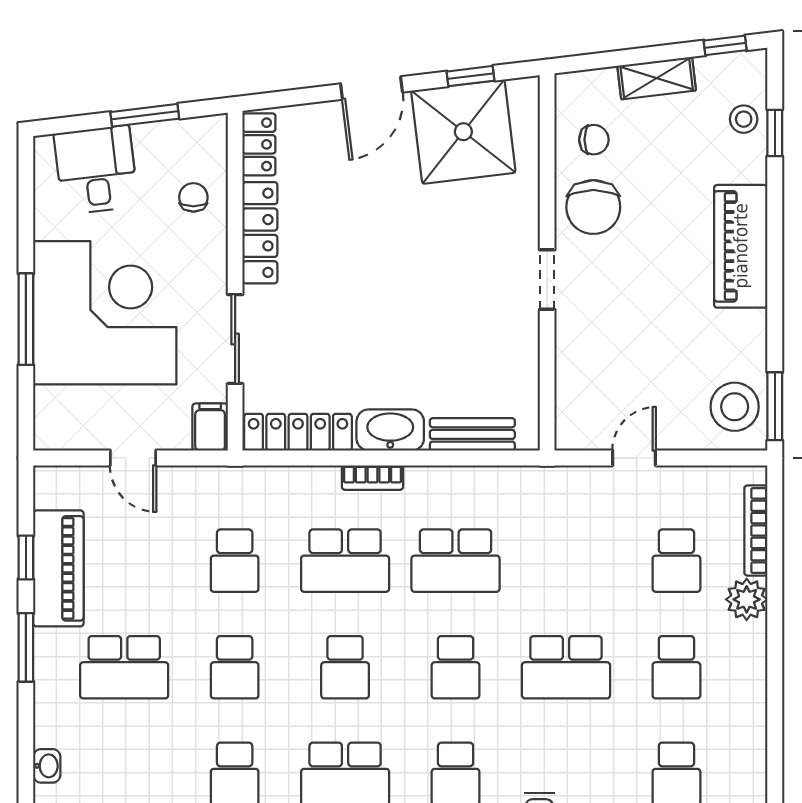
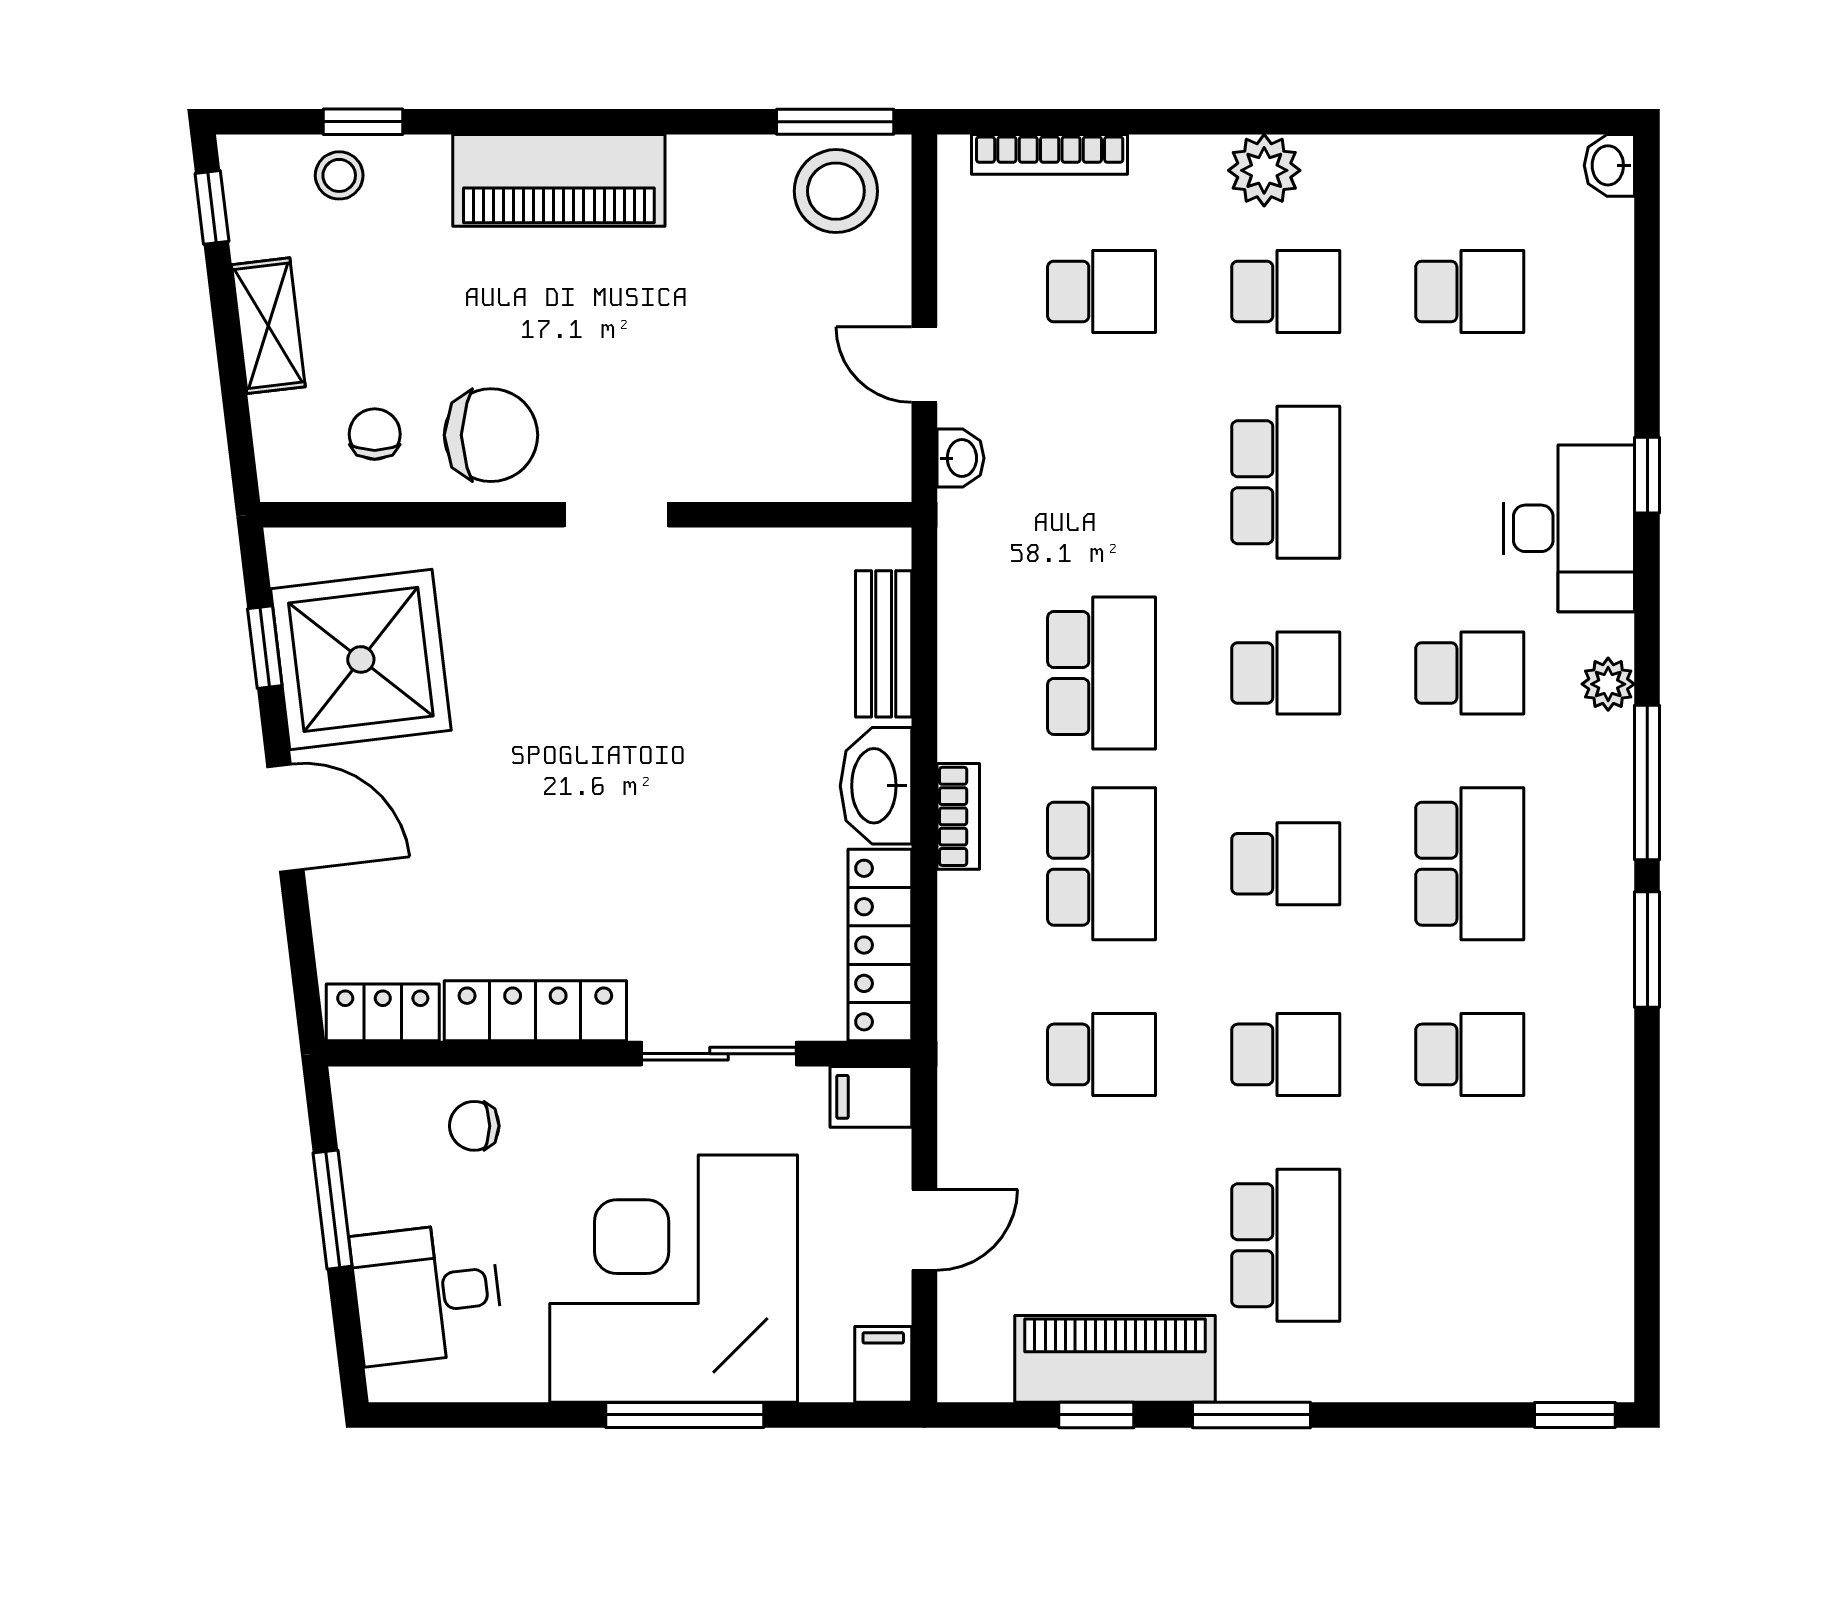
filing cabinet: (55, 434) -> (883, 1364), added
plant: (747, 599) -> (1264, 170), moved
washbasin: (47, 766) -> (960, 458), moved, turned 90

